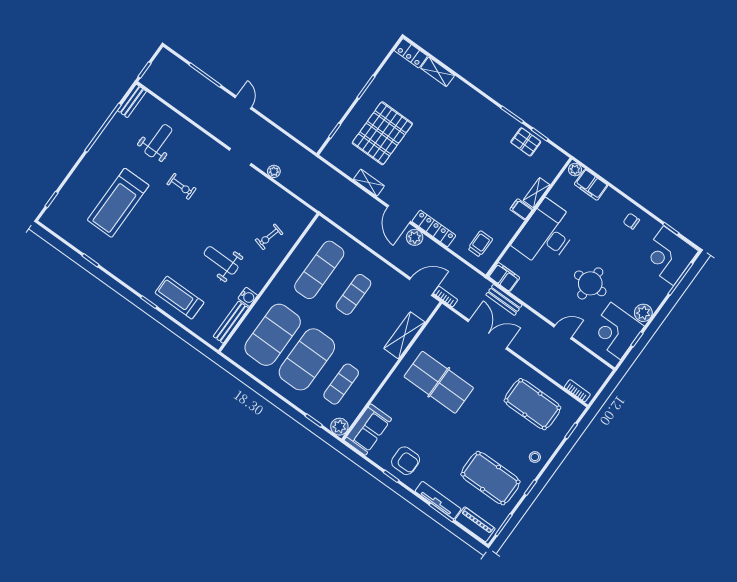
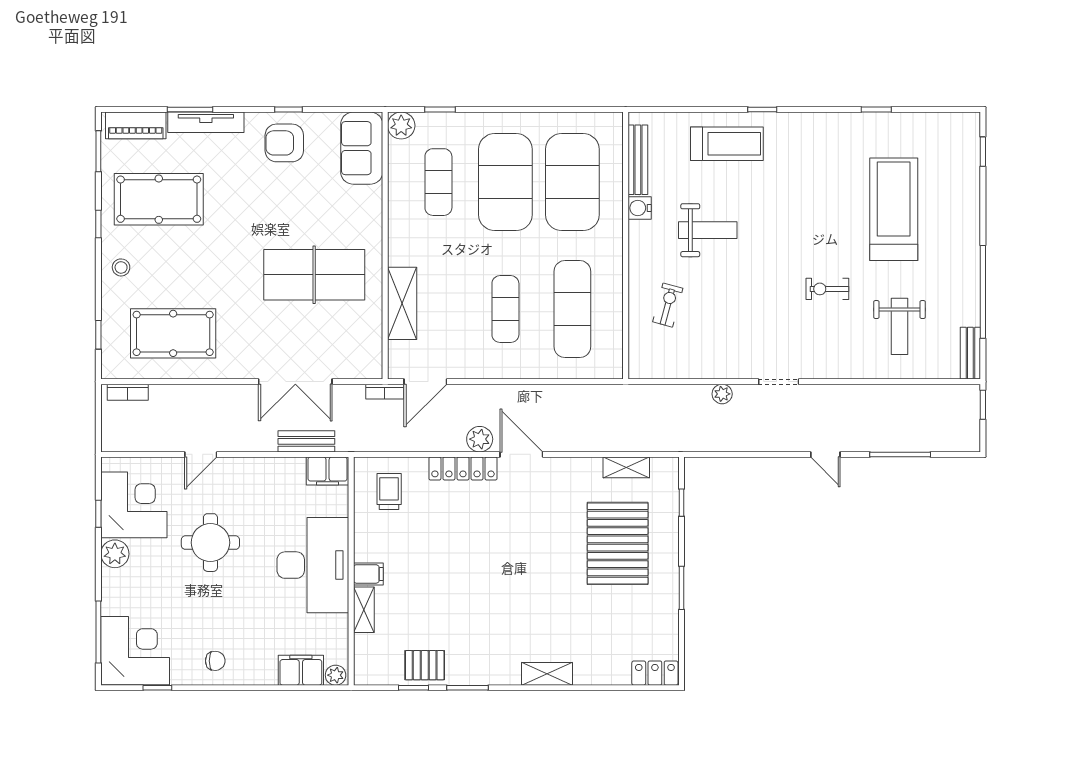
shelving: (438, 72) -> (547, 674), moved
shelving: (369, 183) -> (626, 467), moved
trolley: (480, 244) -> (389, 491), turned 180

